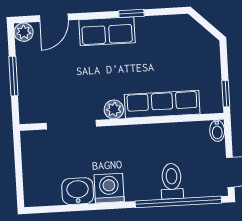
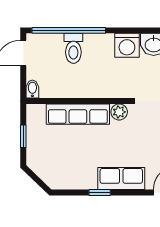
window: (226, 94) -> (23, 136), moved

